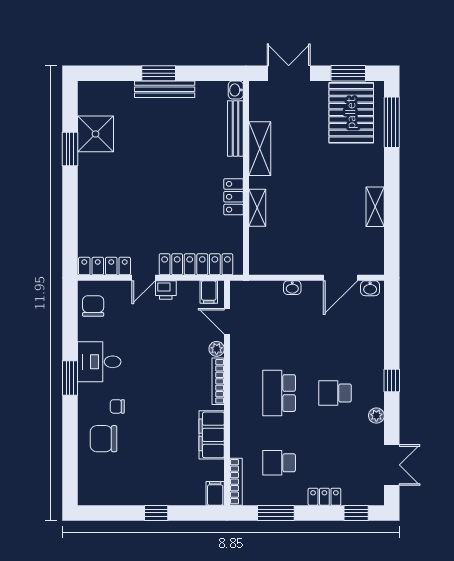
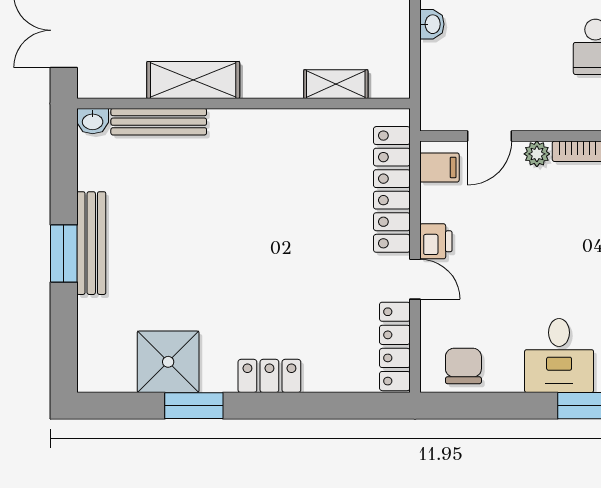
locker: (234, 197) -> (269, 376), moved, turned 180
shelving: (257, 208) -> (336, 84), moved
chair: (93, 306) -> (463, 366), turned 90

